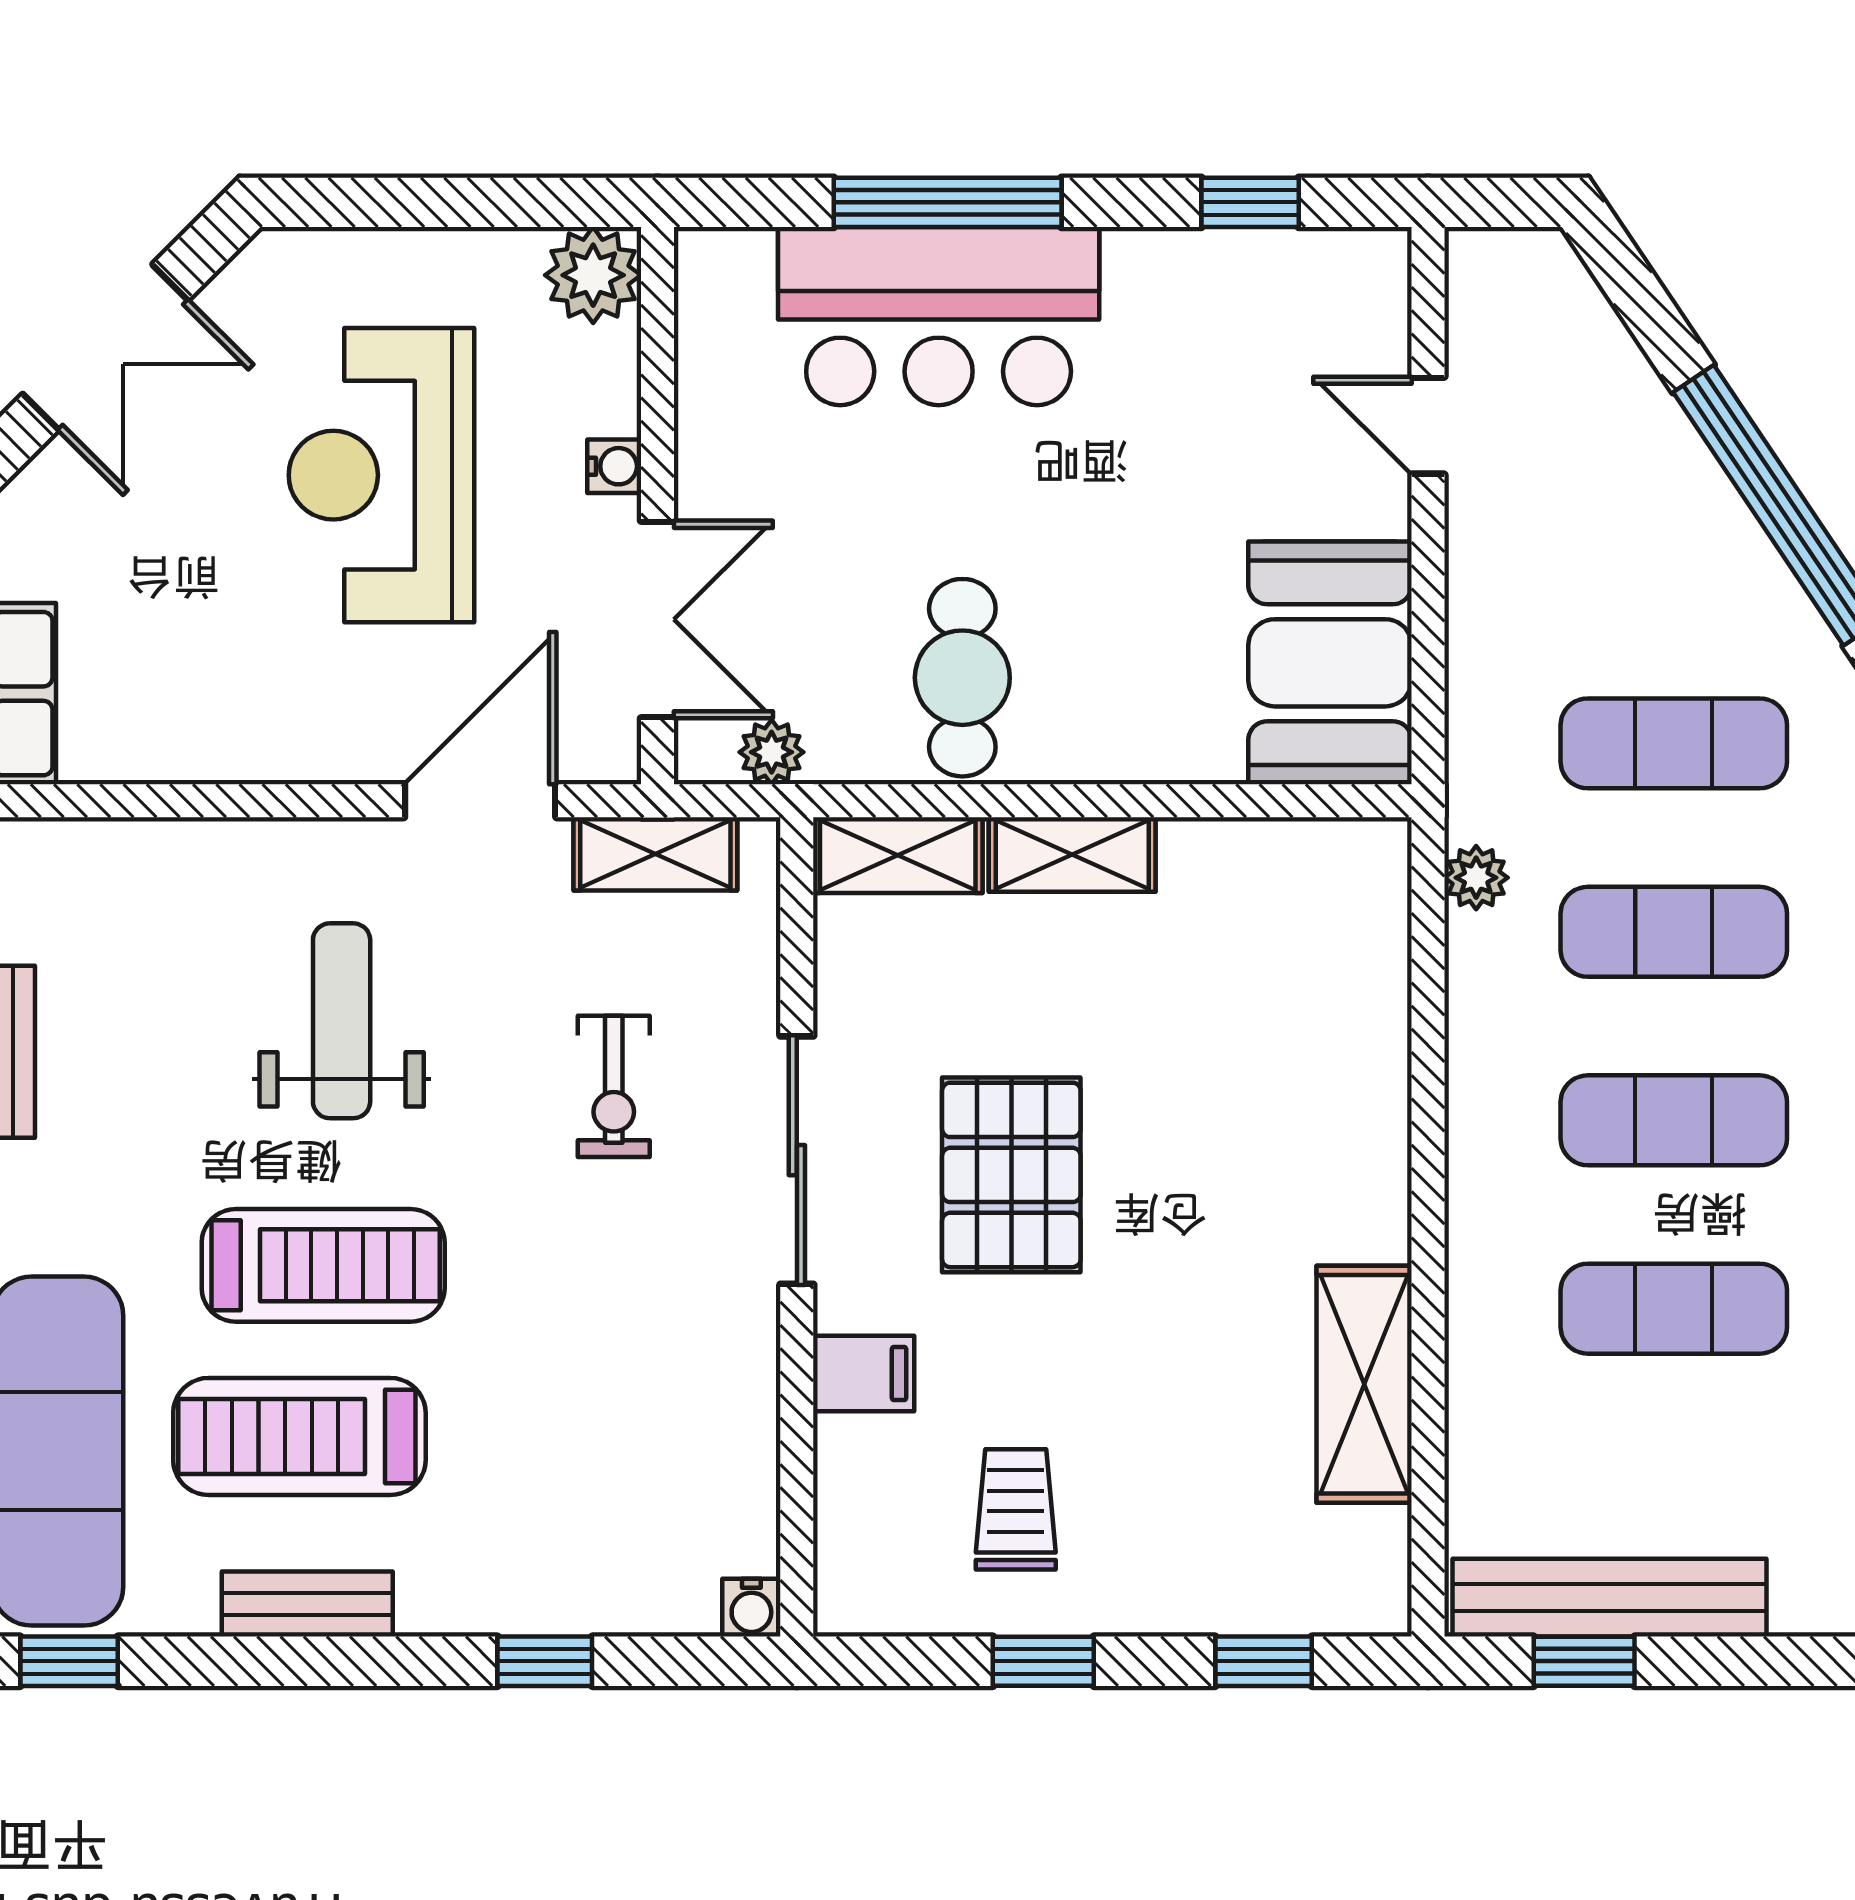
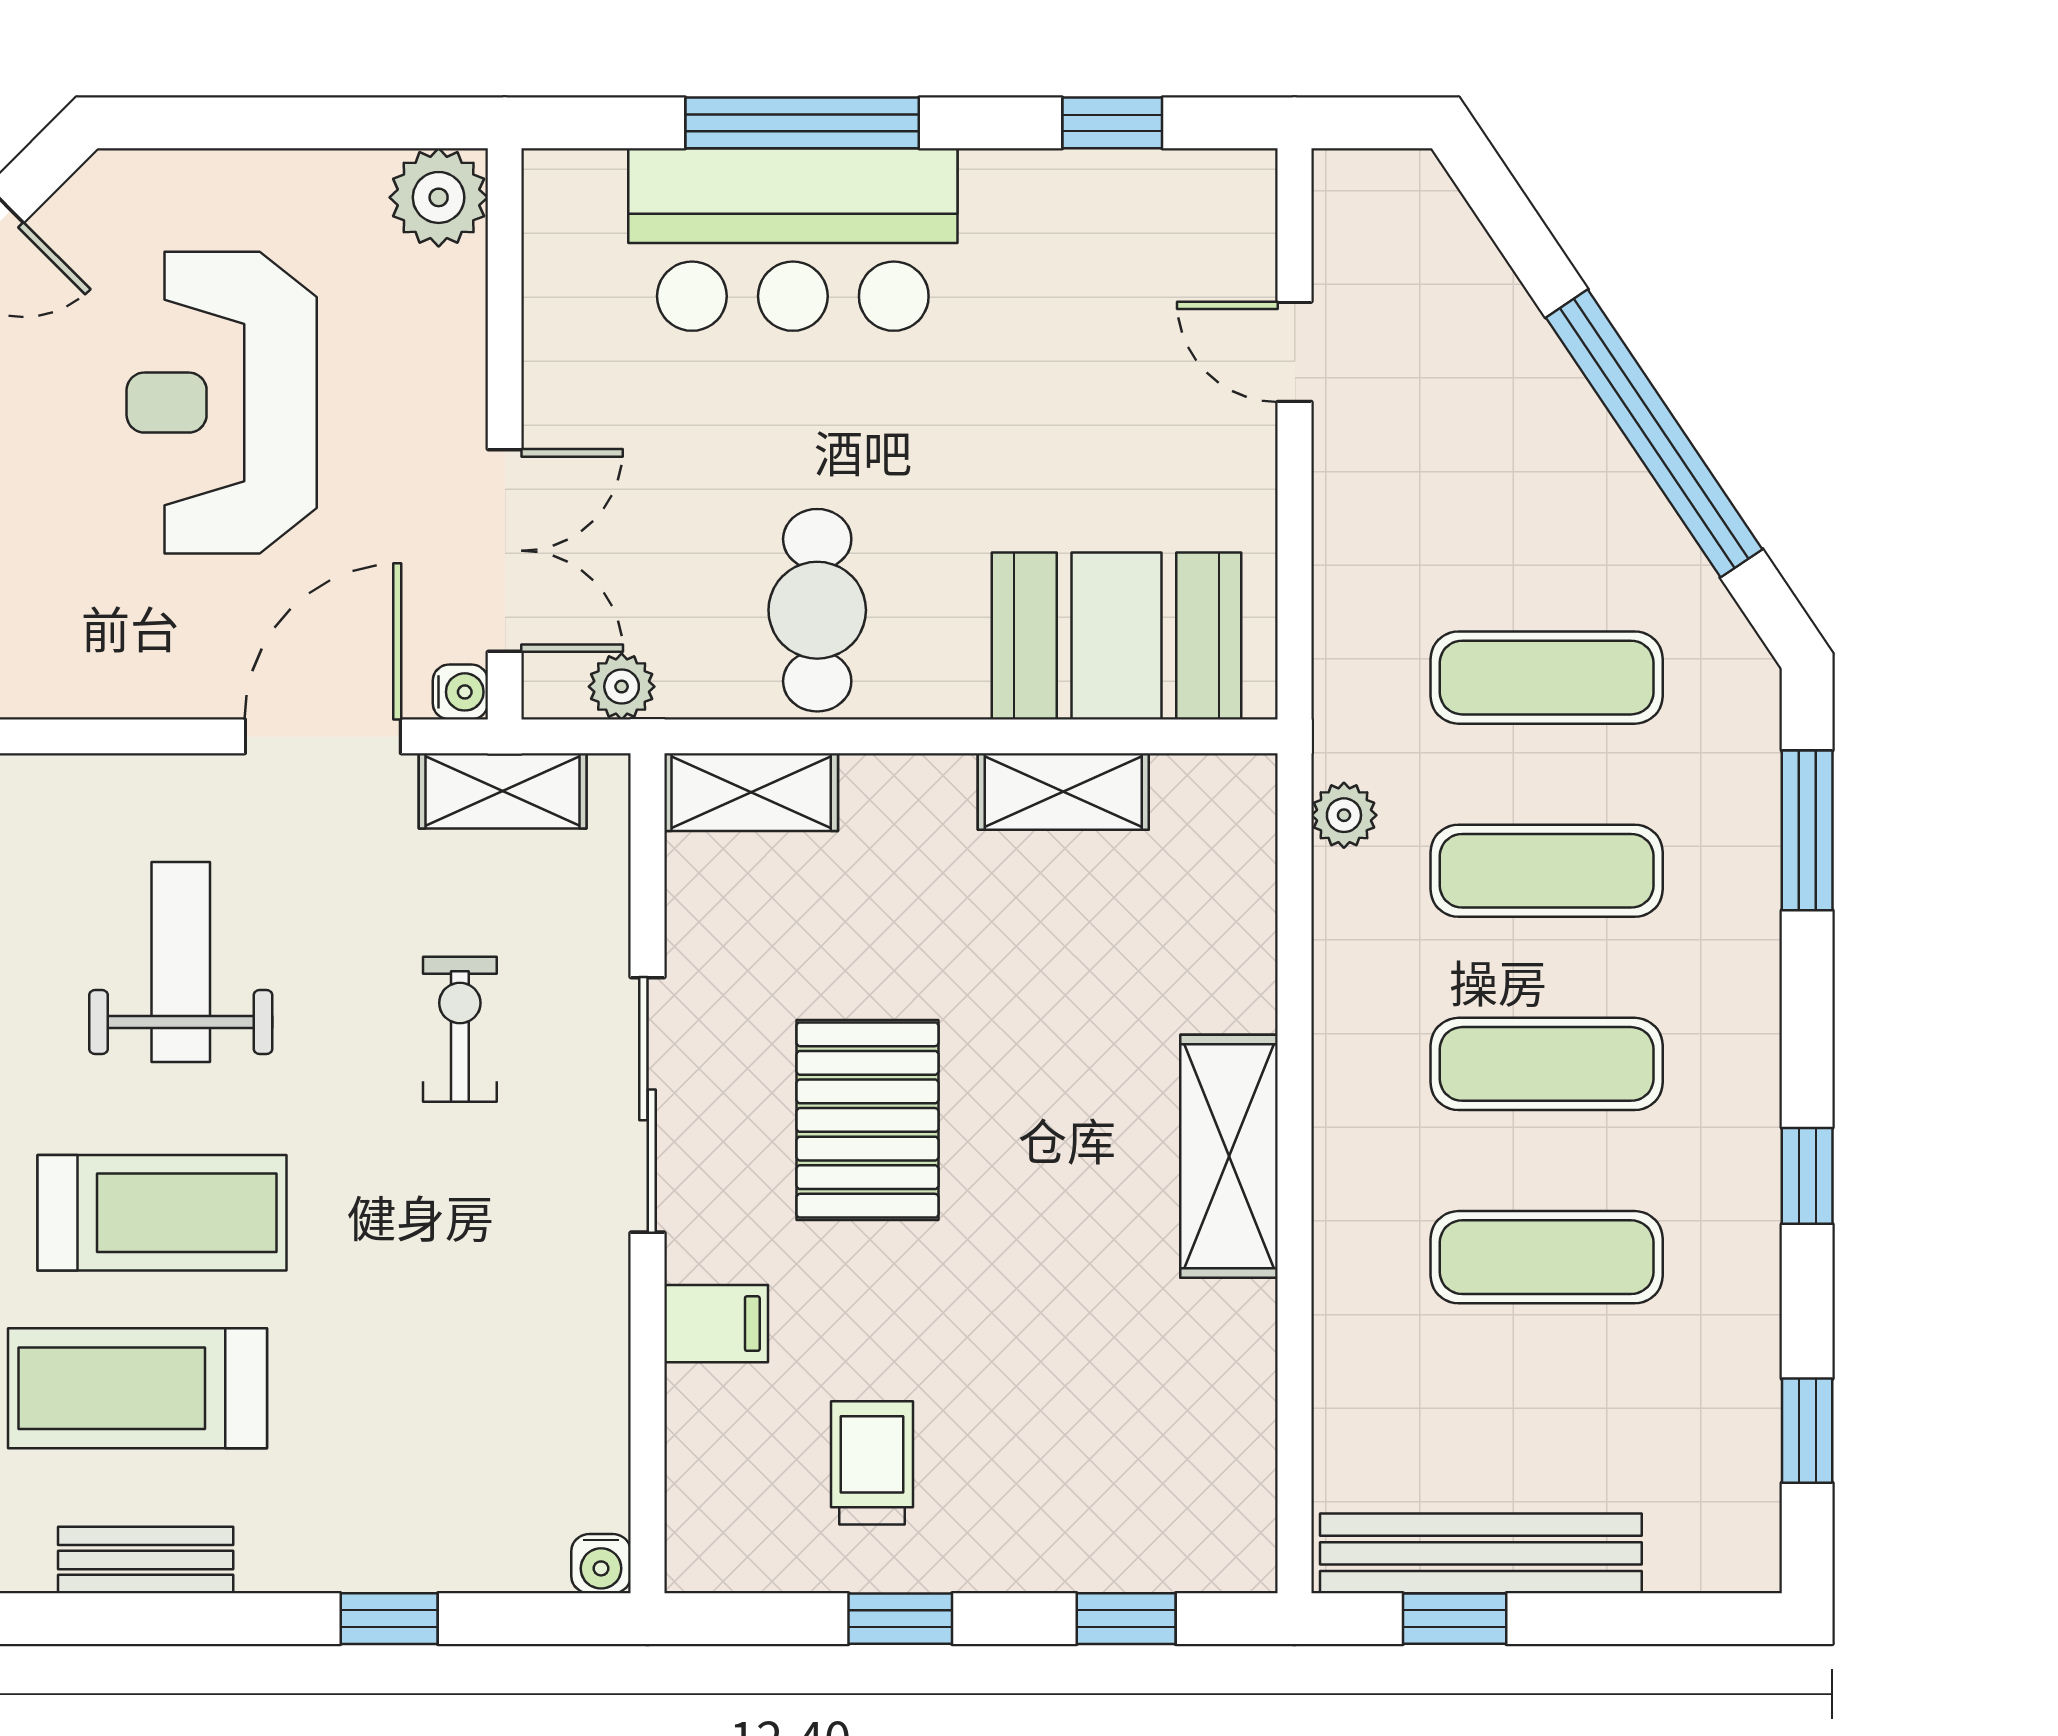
water cooler: (614, 466) -> (460, 692), moved
booth: (1330, 663) -> (1117, 636), moved, turned 90
shelving: (1072, 855) -> (1063, 792), moved
exercise bike: (614, 1086) -> (460, 1029), turned 180
shelving: (1364, 1384) -> (1229, 1156), moved

